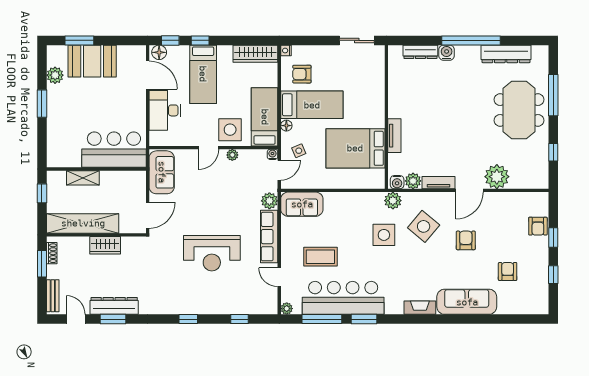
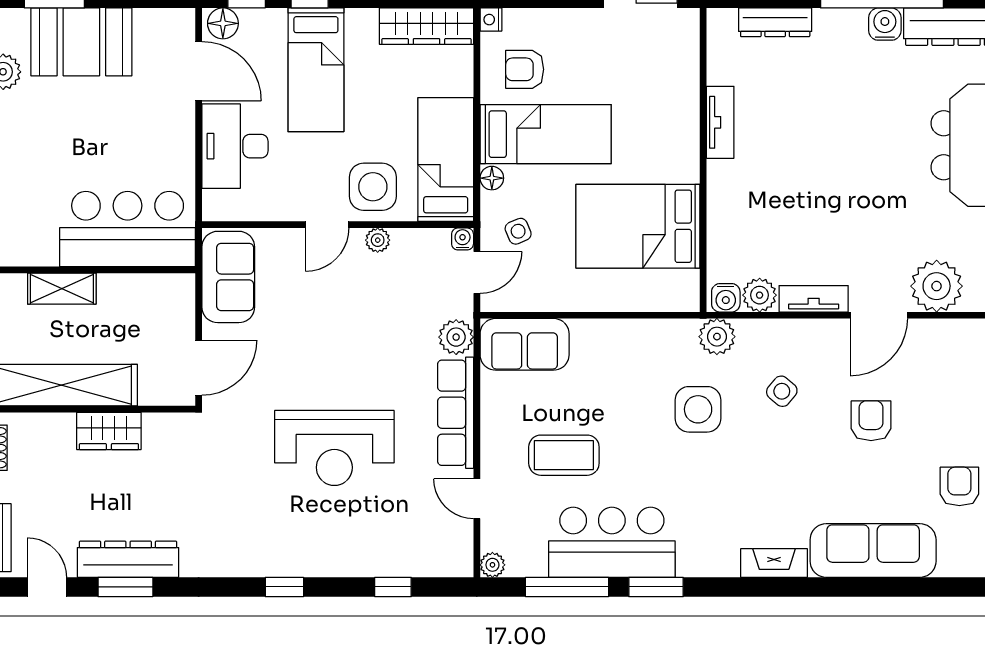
water cooler: (447, 53) -> (885, 24), moved
tv unit: (394, 136) -> (720, 122), moved
side table: (424, 226) -> (782, 391), width x0.54, depth x0.54
bar counter: (343, 298) -> (612, 542), width x0.73

